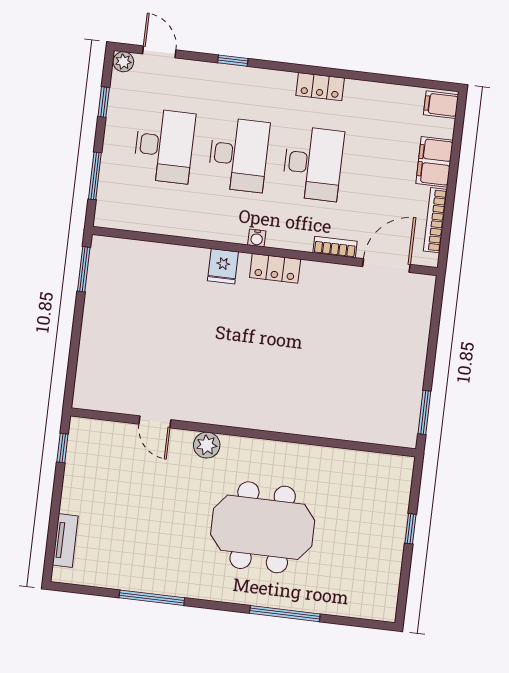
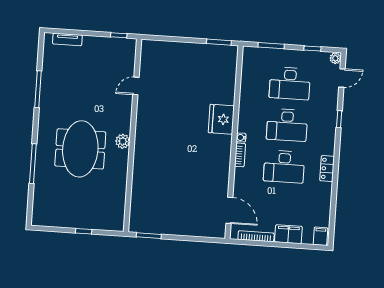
bookcase: (335, 247) -> (240, 155), moved
fridge: (223, 266) -> (221, 119), width x1.88, depth x1.34
locker: (275, 268) -> (225, 149), removed
plant: (207, 445) -> (123, 141), moved

